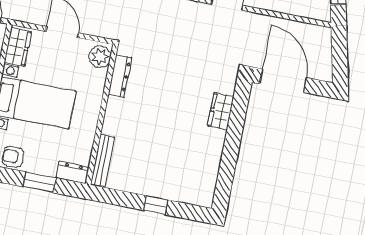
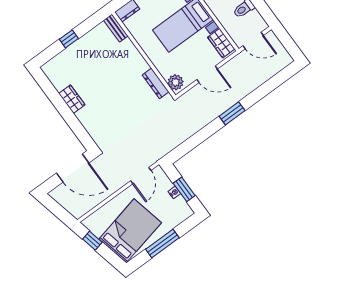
wardrobe: (221, 111) -> (72, 99), moved
bench: (102, 161) -> (116, 28), width x0.73

